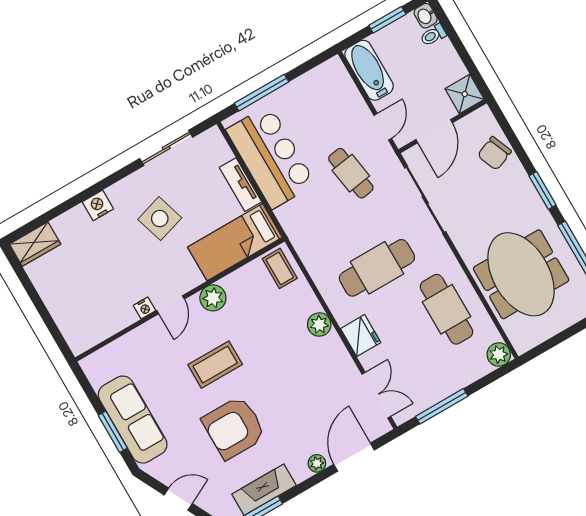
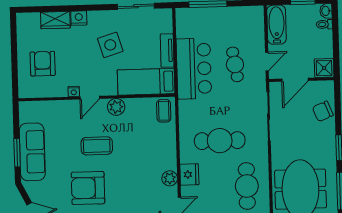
bar counter: (271, 157) -> (194, 69), moved
cafe table: (351, 173) -> (235, 64), moved
wardrobe: (35, 244) -> (55, 20), moved
armchair: (82, 293) -> (43, 64), added
plant: (319, 324) -> (170, 178), moved

